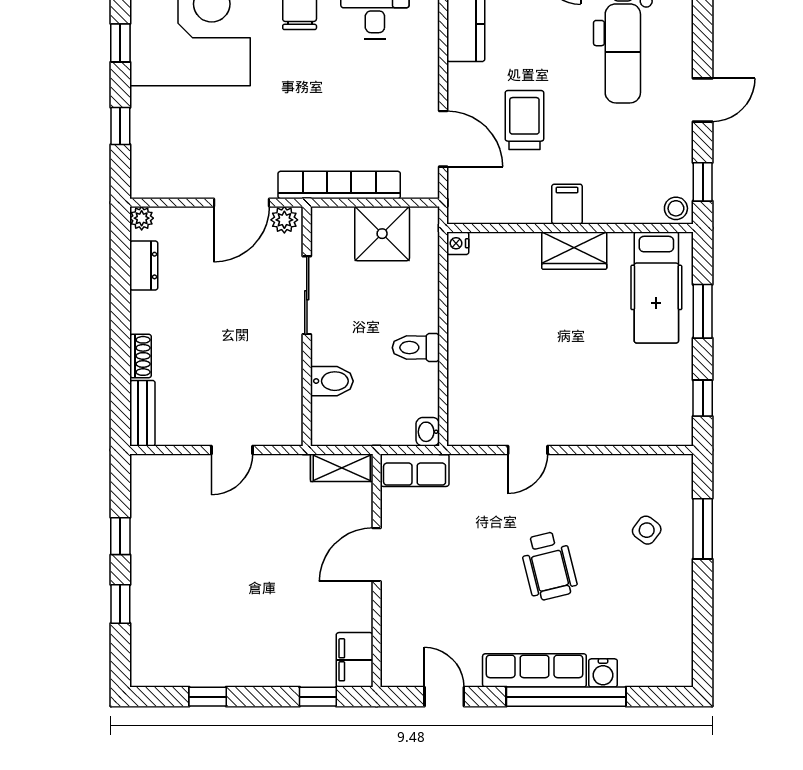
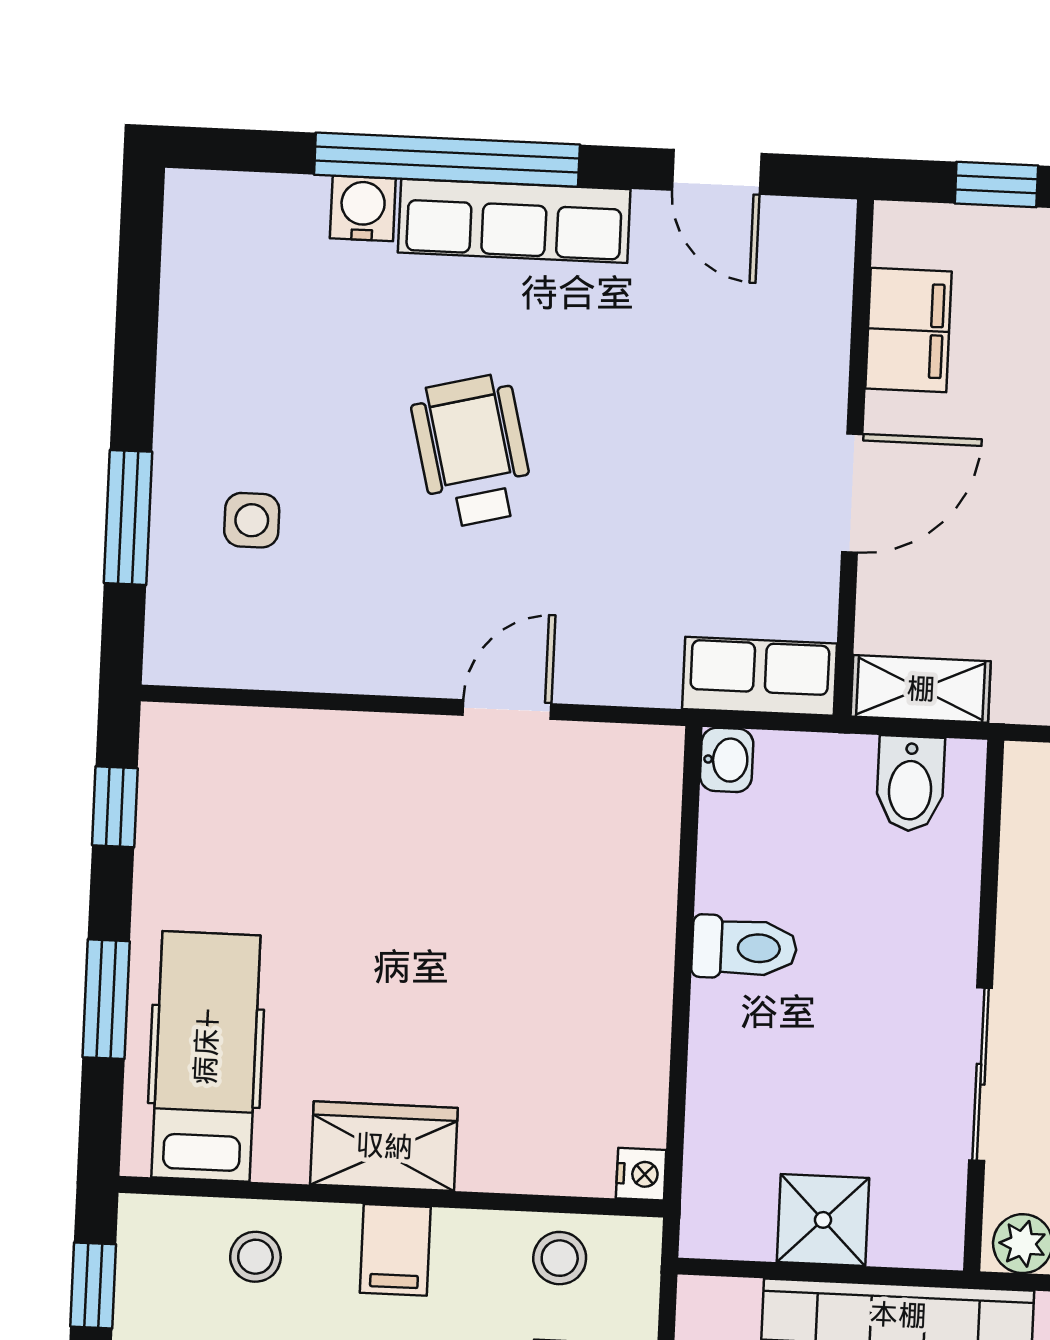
stool: (493, 204) -> (560, 1258), added
stool: (676, 208) -> (255, 1257), moved
shower: (382, 234) -> (823, 1220), width x0.73, depth x0.73
bidet: (332, 381) -> (910, 784), moved, turned -90
side table: (647, 530) -> (252, 520), turned -37
filing cabinet: (355, 660) -> (908, 330), moved

